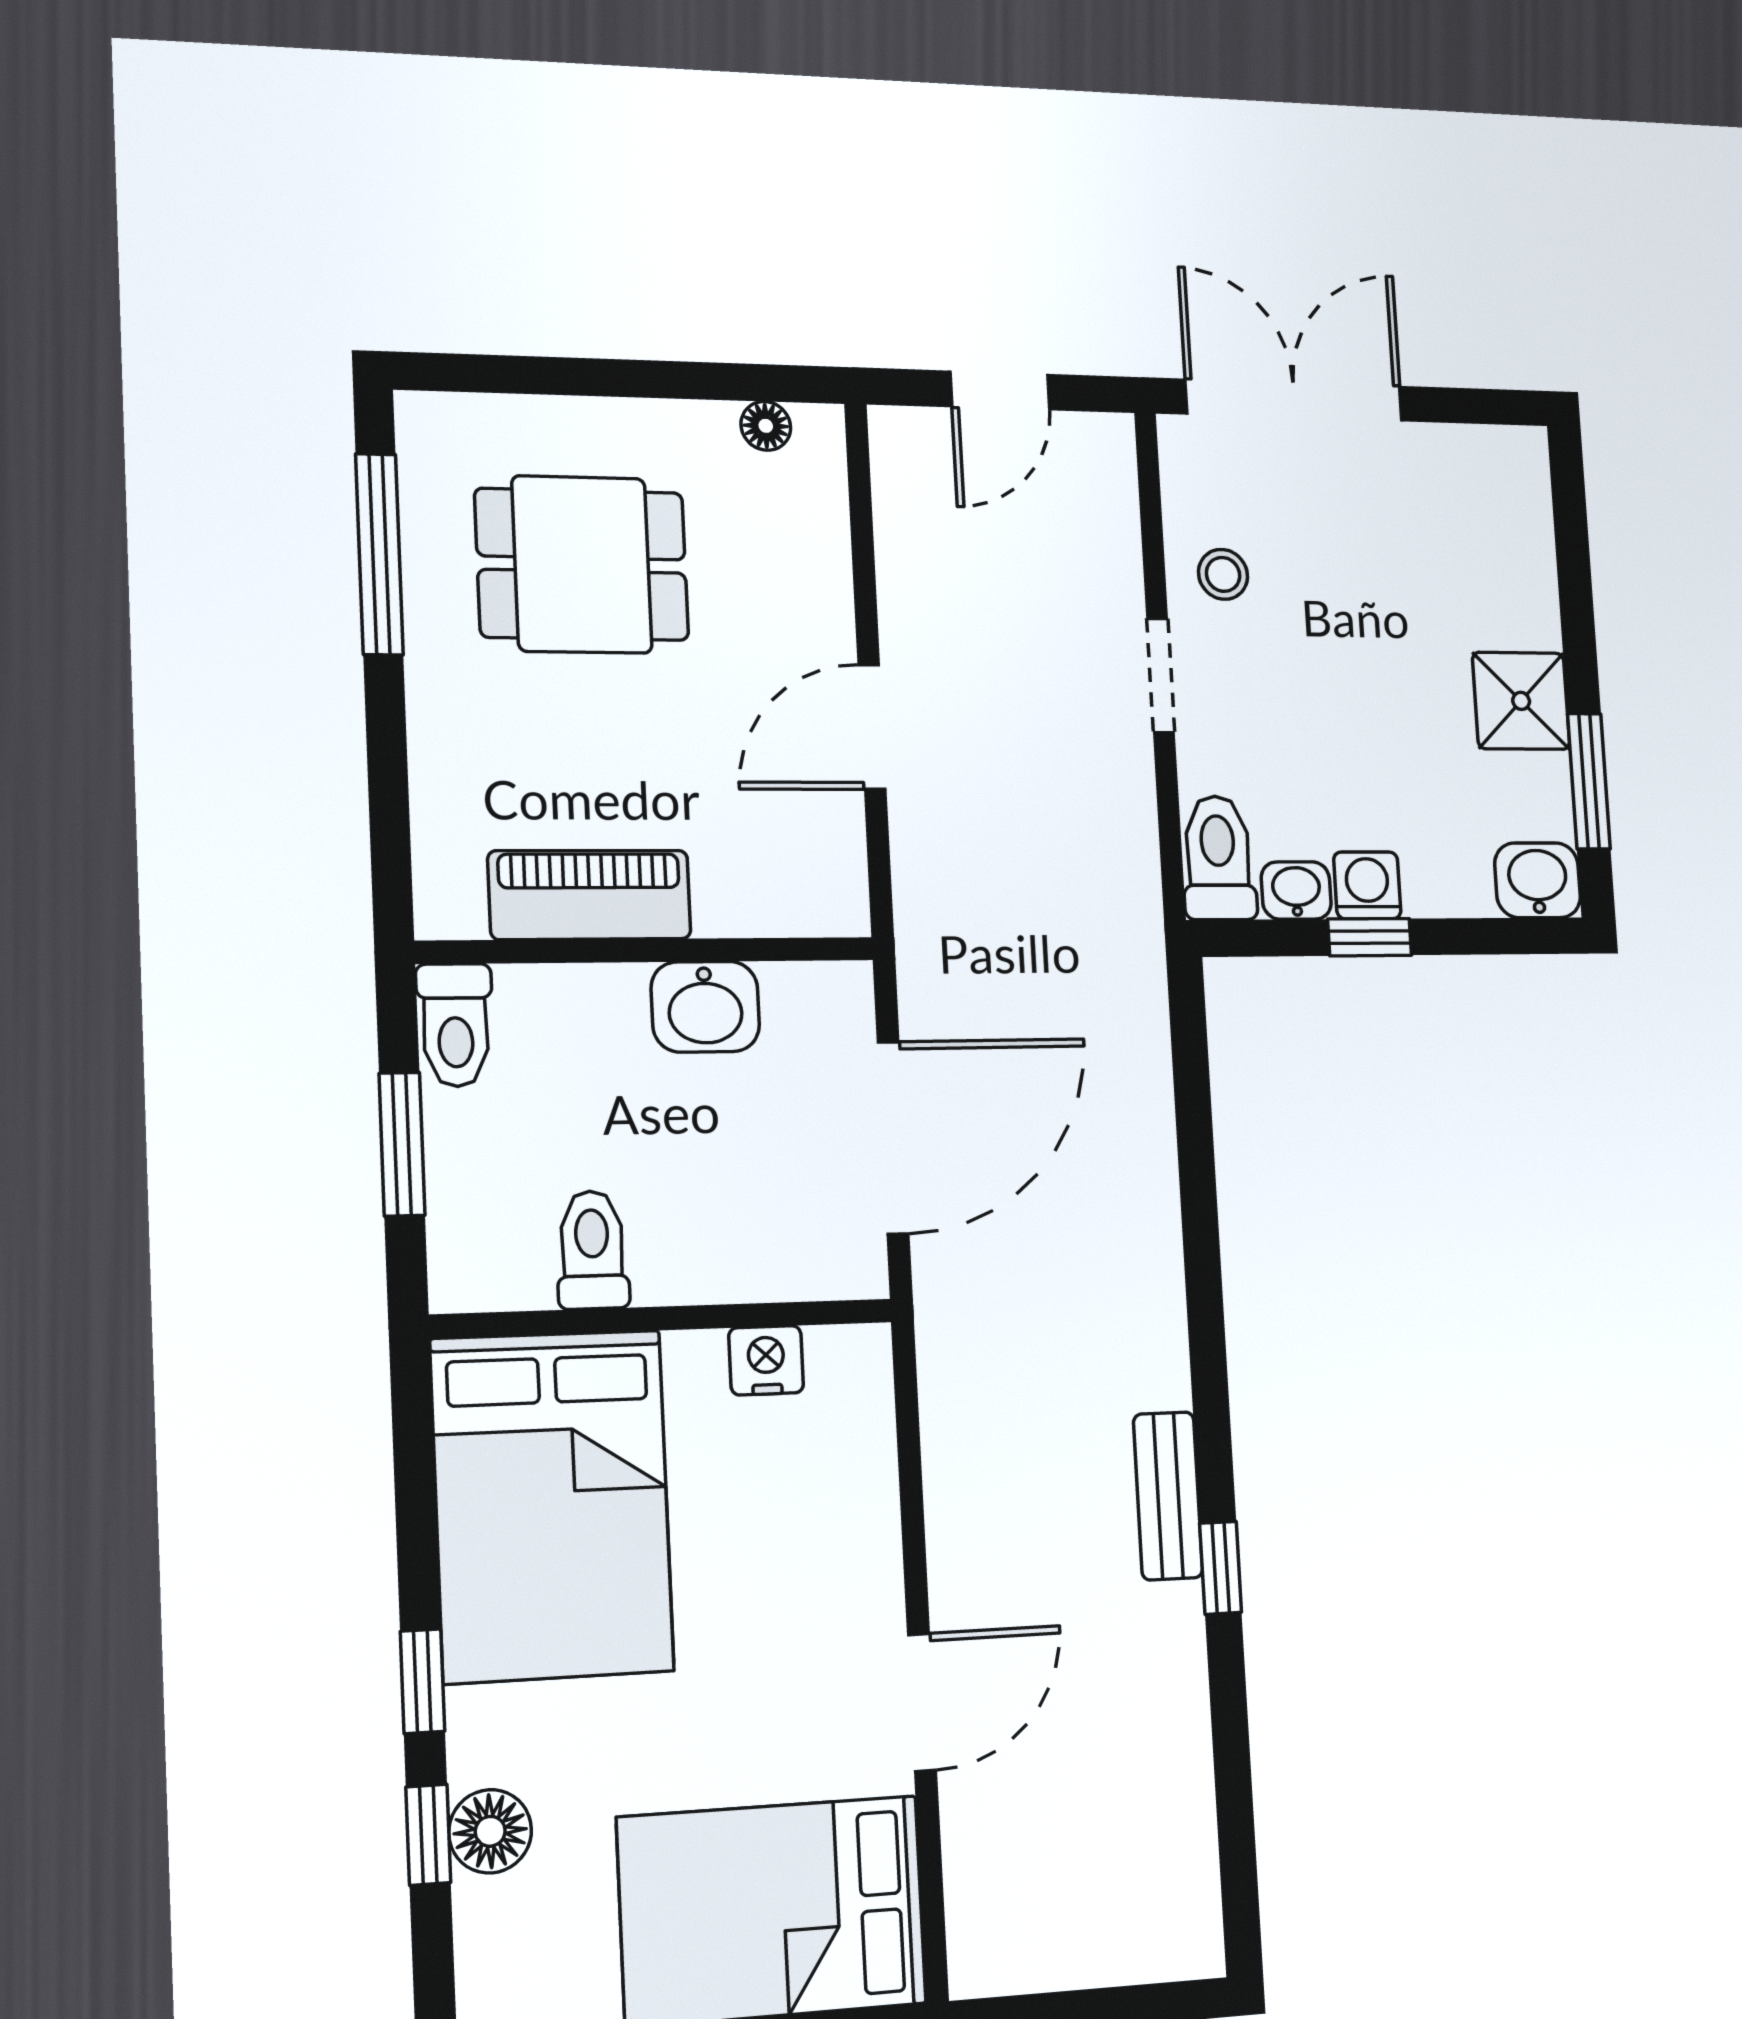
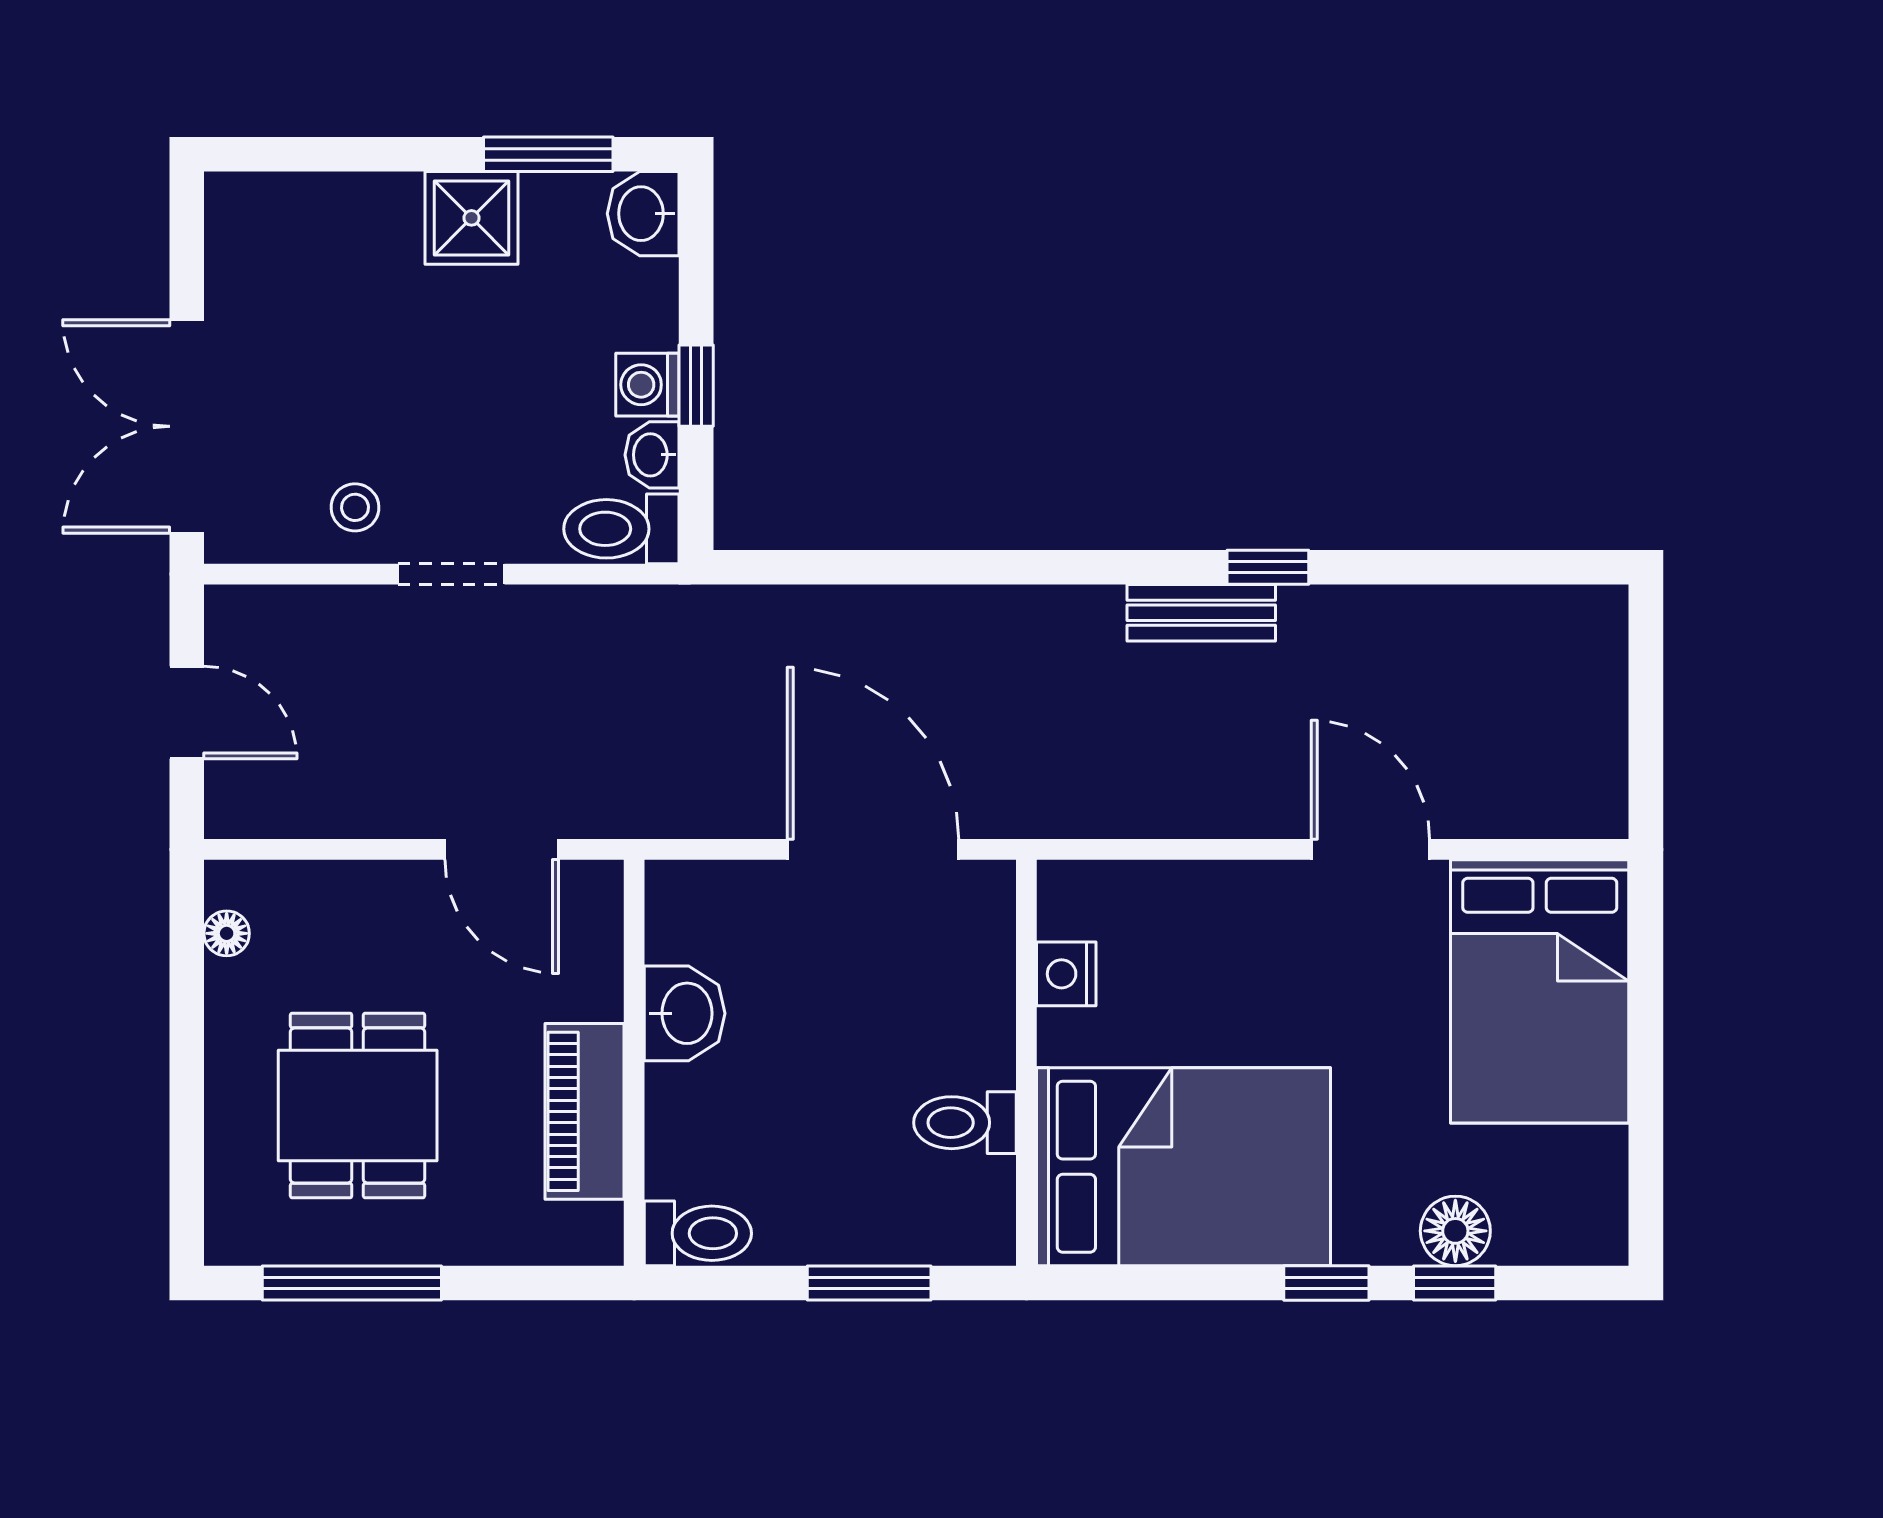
piano: (590, 895) -> (584, 1111), moved
wall: (647, 950) -> (634, 1063), moved
washbasin: (705, 1007) -> (685, 1013), moved
toilet: (455, 1025) -> (698, 1233), moved

